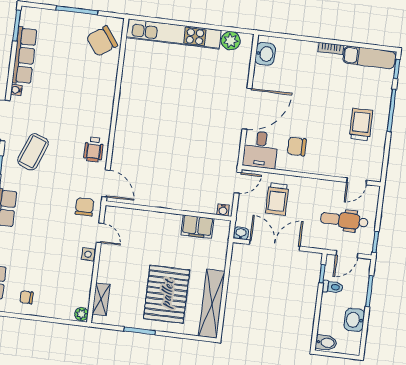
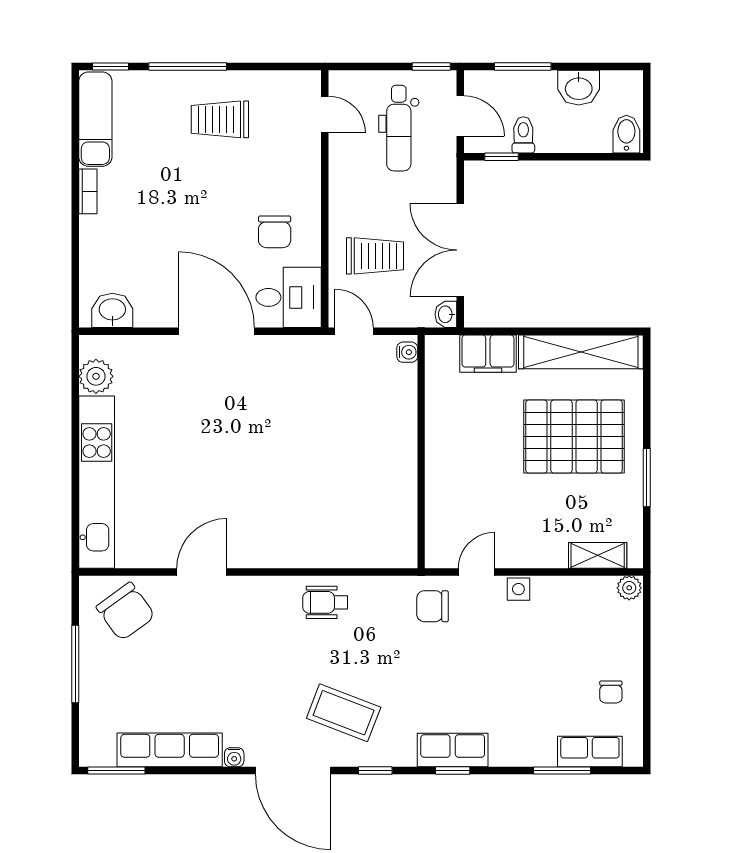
wheelchair: (94, 149) -> (325, 602), turned 180
door: (106, 183) -> (202, 572), moved
filing cabinet: (197, 227) -> (488, 354), moved, turned 90

